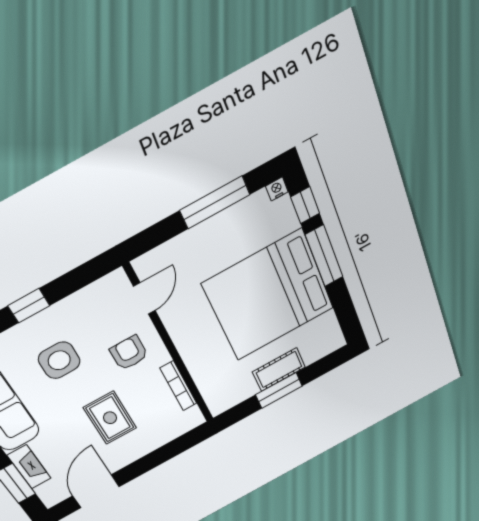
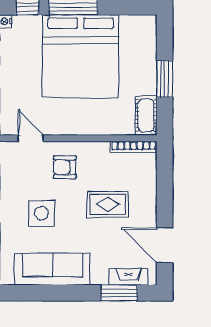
cot: (279, 370) -> (146, 116), moved
bookcase: (179, 386) -> (134, 147), moved
fireplace: (29, 467) -> (129, 277), moved

